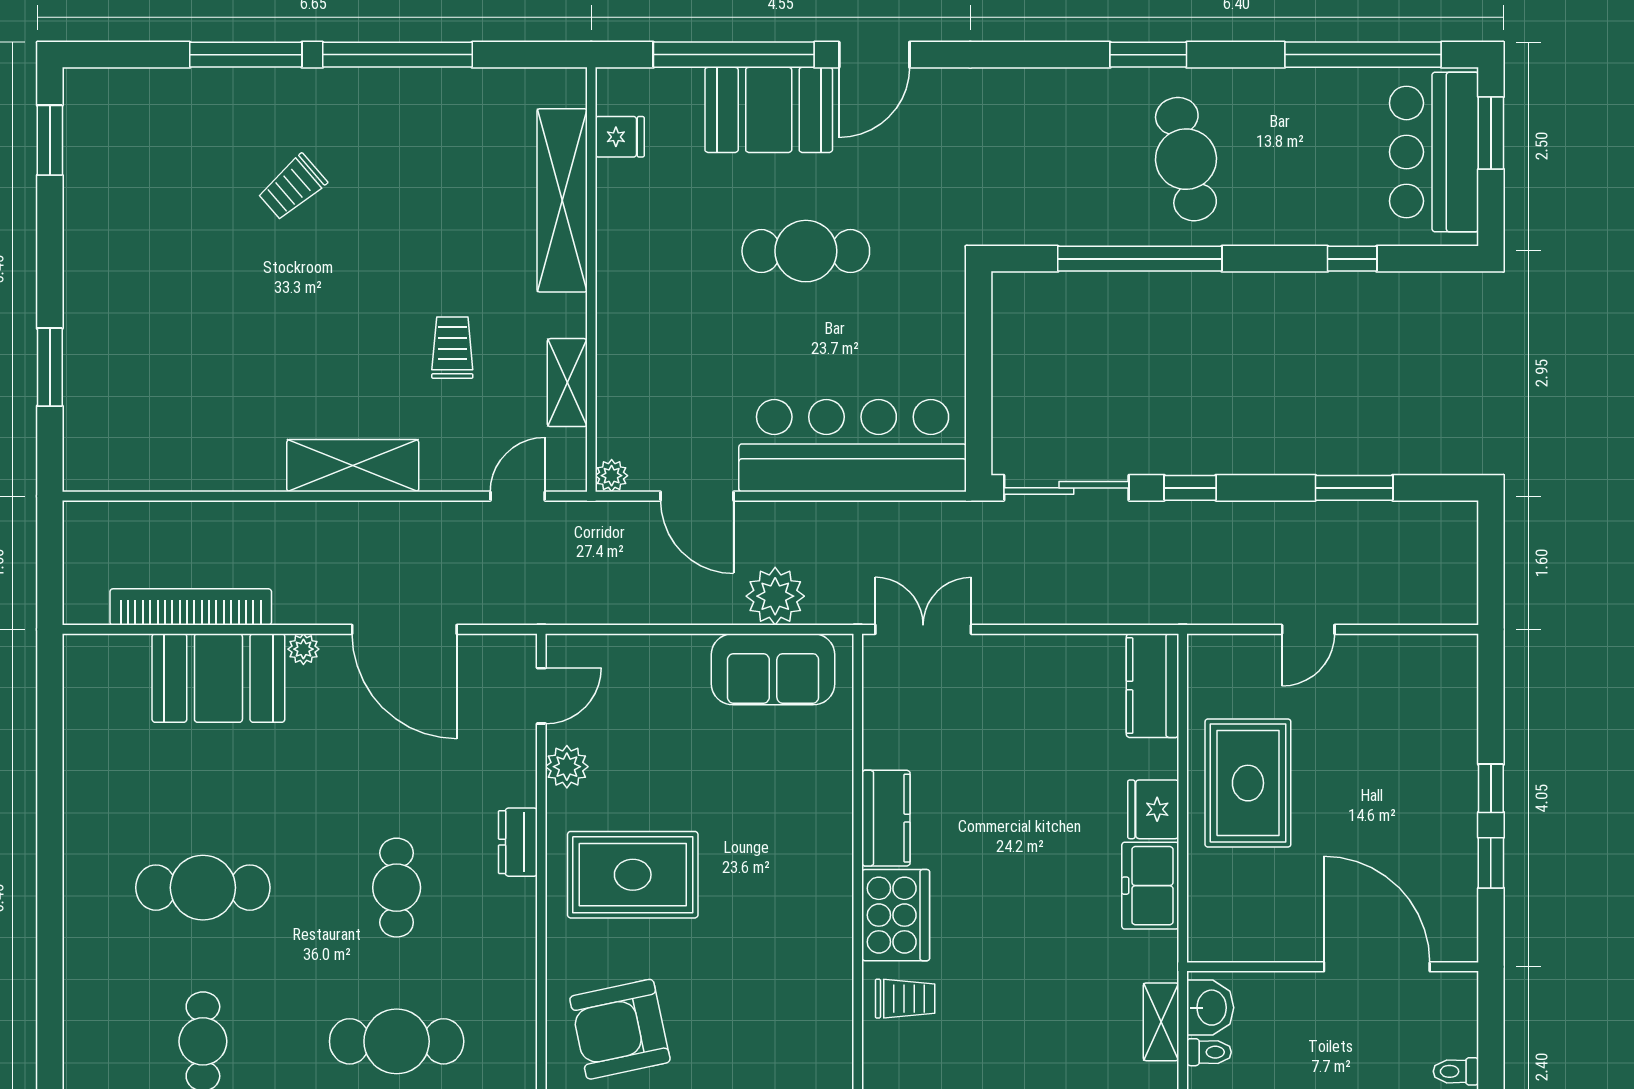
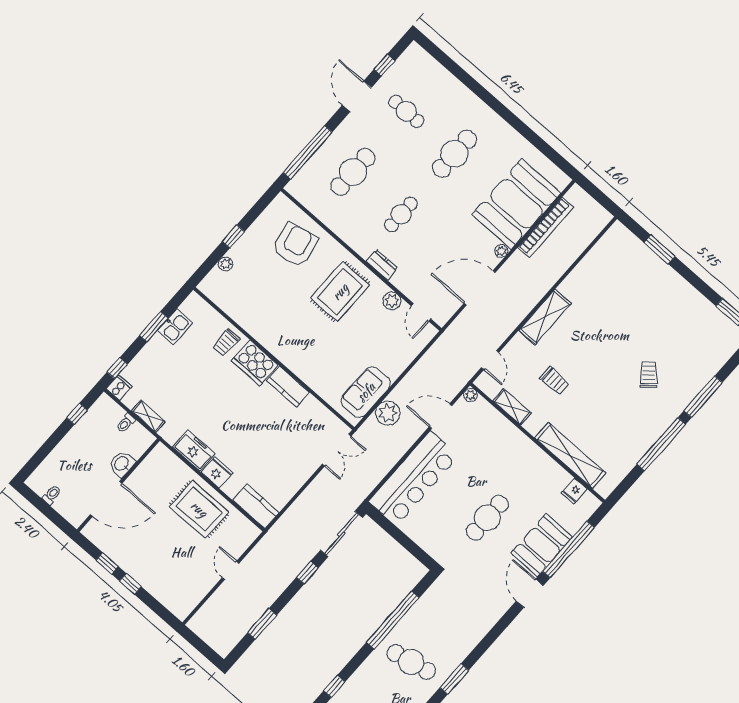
booth: (218, 678) -> (516, 204), width x1.36, depth x1.42
cafe table: (397, 888) -> (401, 214), turned 90
washbasin: (1210, 1008) -> (122, 464), moved, turned 90

